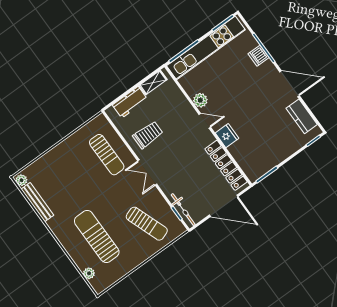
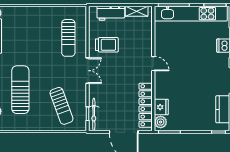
plant: (200, 100) -> (161, 122), moved
fridge: (227, 136) -> (161, 107), moved
double door: (147, 173) -> (87, 71), swing flipped

